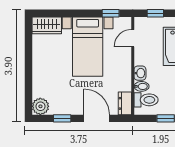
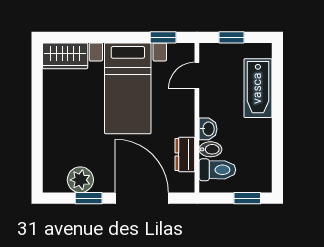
dresser: (125, 103) -> (185, 154), moved
plant: (40, 106) -> (80, 180), moved
door: (97, 118) -> (142, 198), width x1.36

